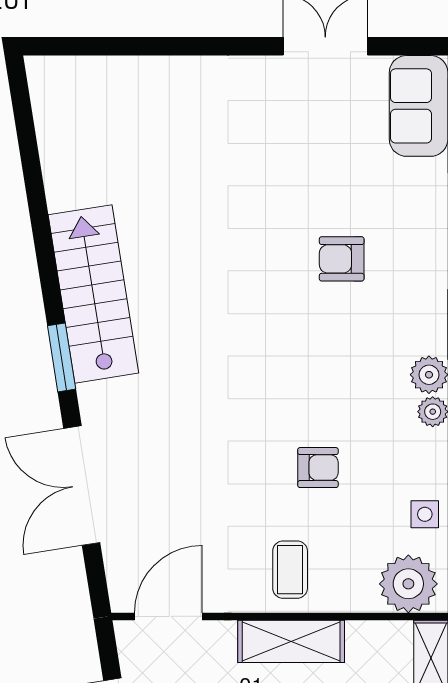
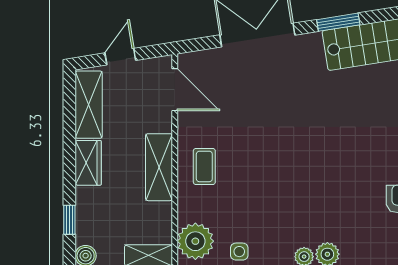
armchair: (318, 468) -> (269, 184), removed
coffee table: (290, 570) -> (204, 166), turned 90

